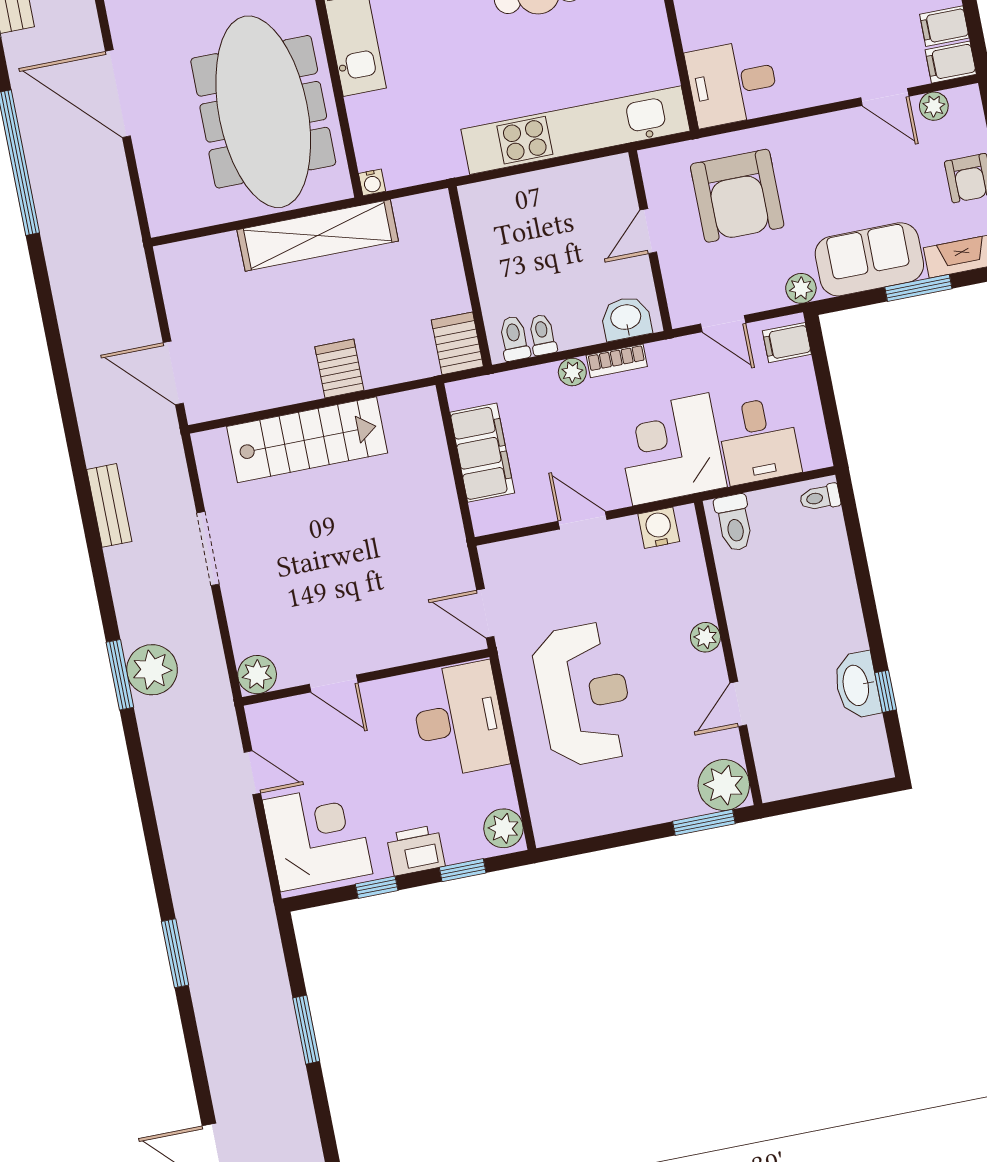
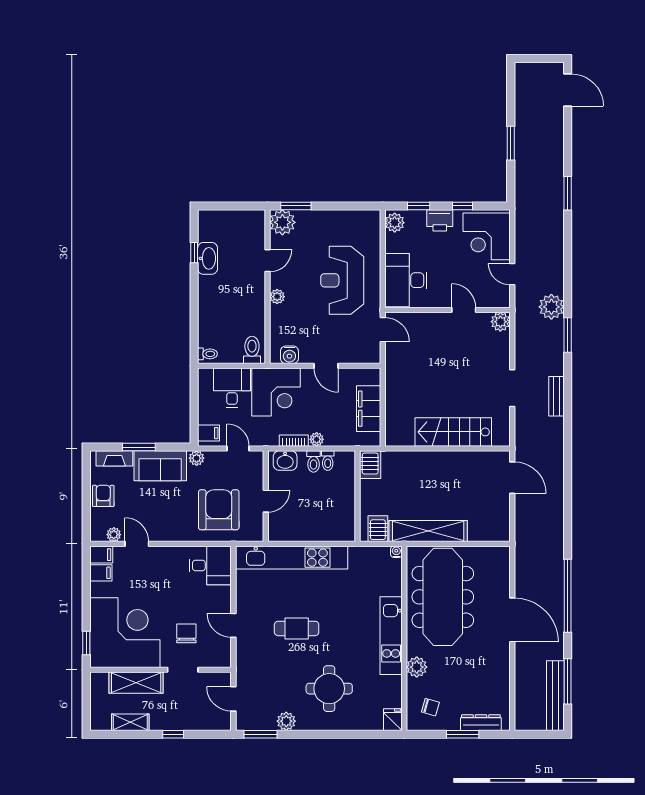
toilet: (514, 338) -> (314, 461), moved
server rack: (339, 368) -> (378, 529), moved, turned 180
bench: (109, 505) -> (556, 396), moved
plant: (152, 670) -> (551, 307), moved

